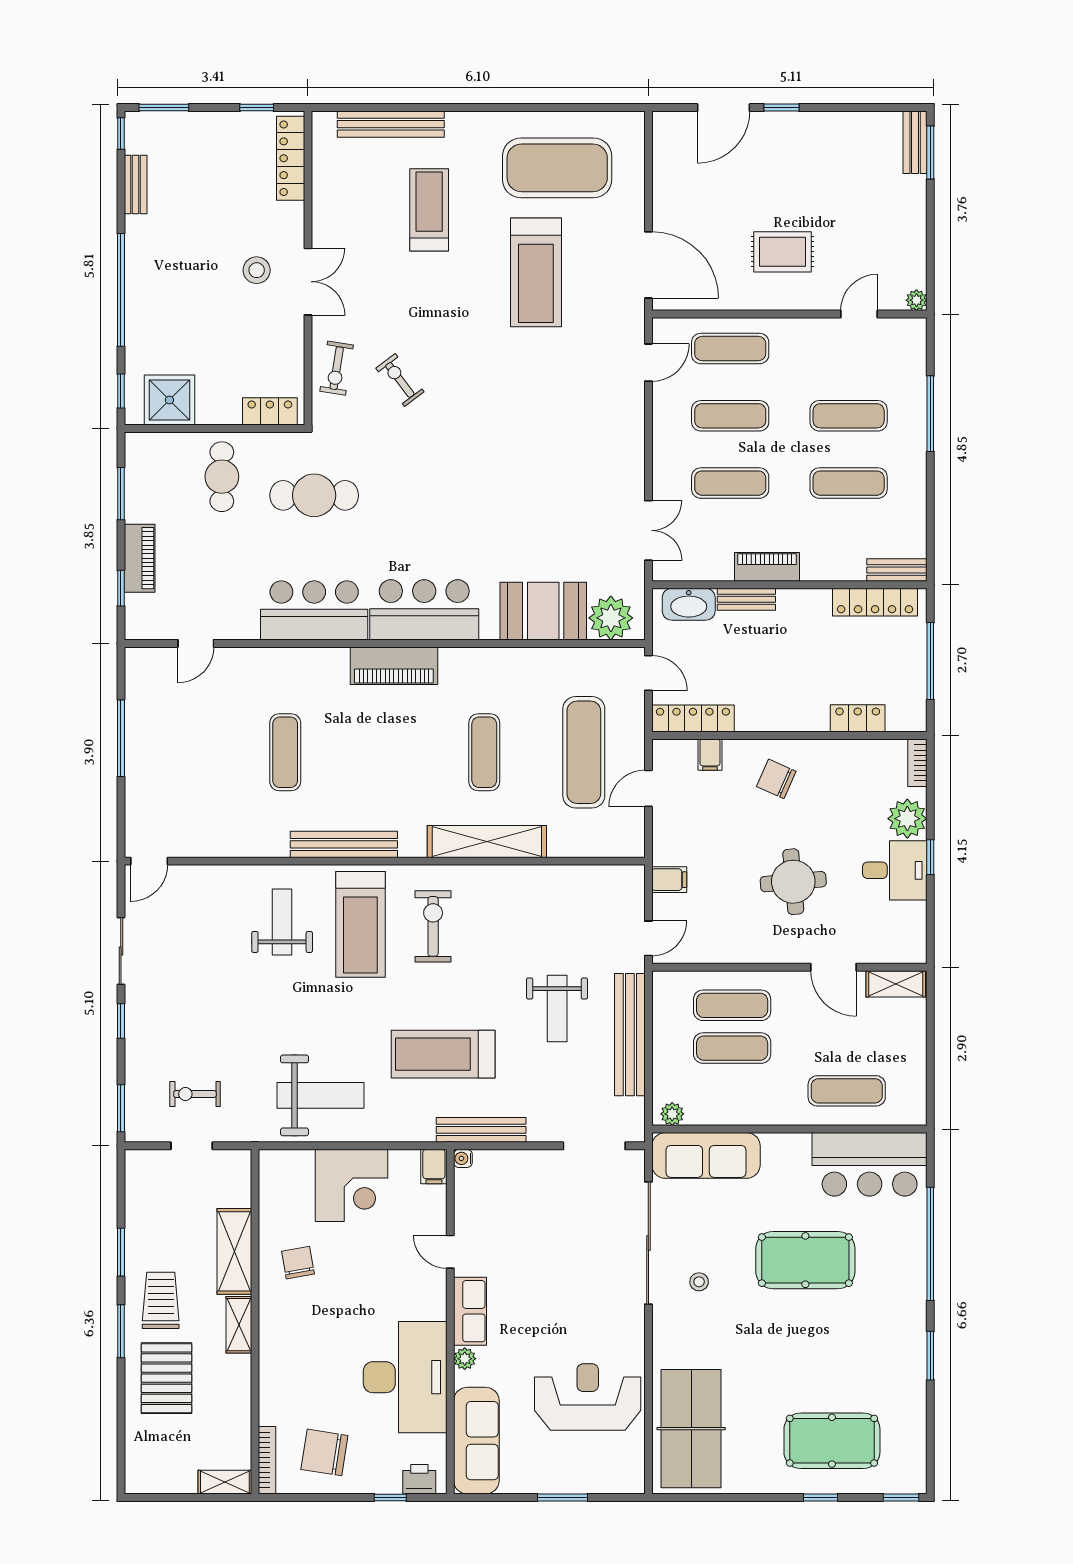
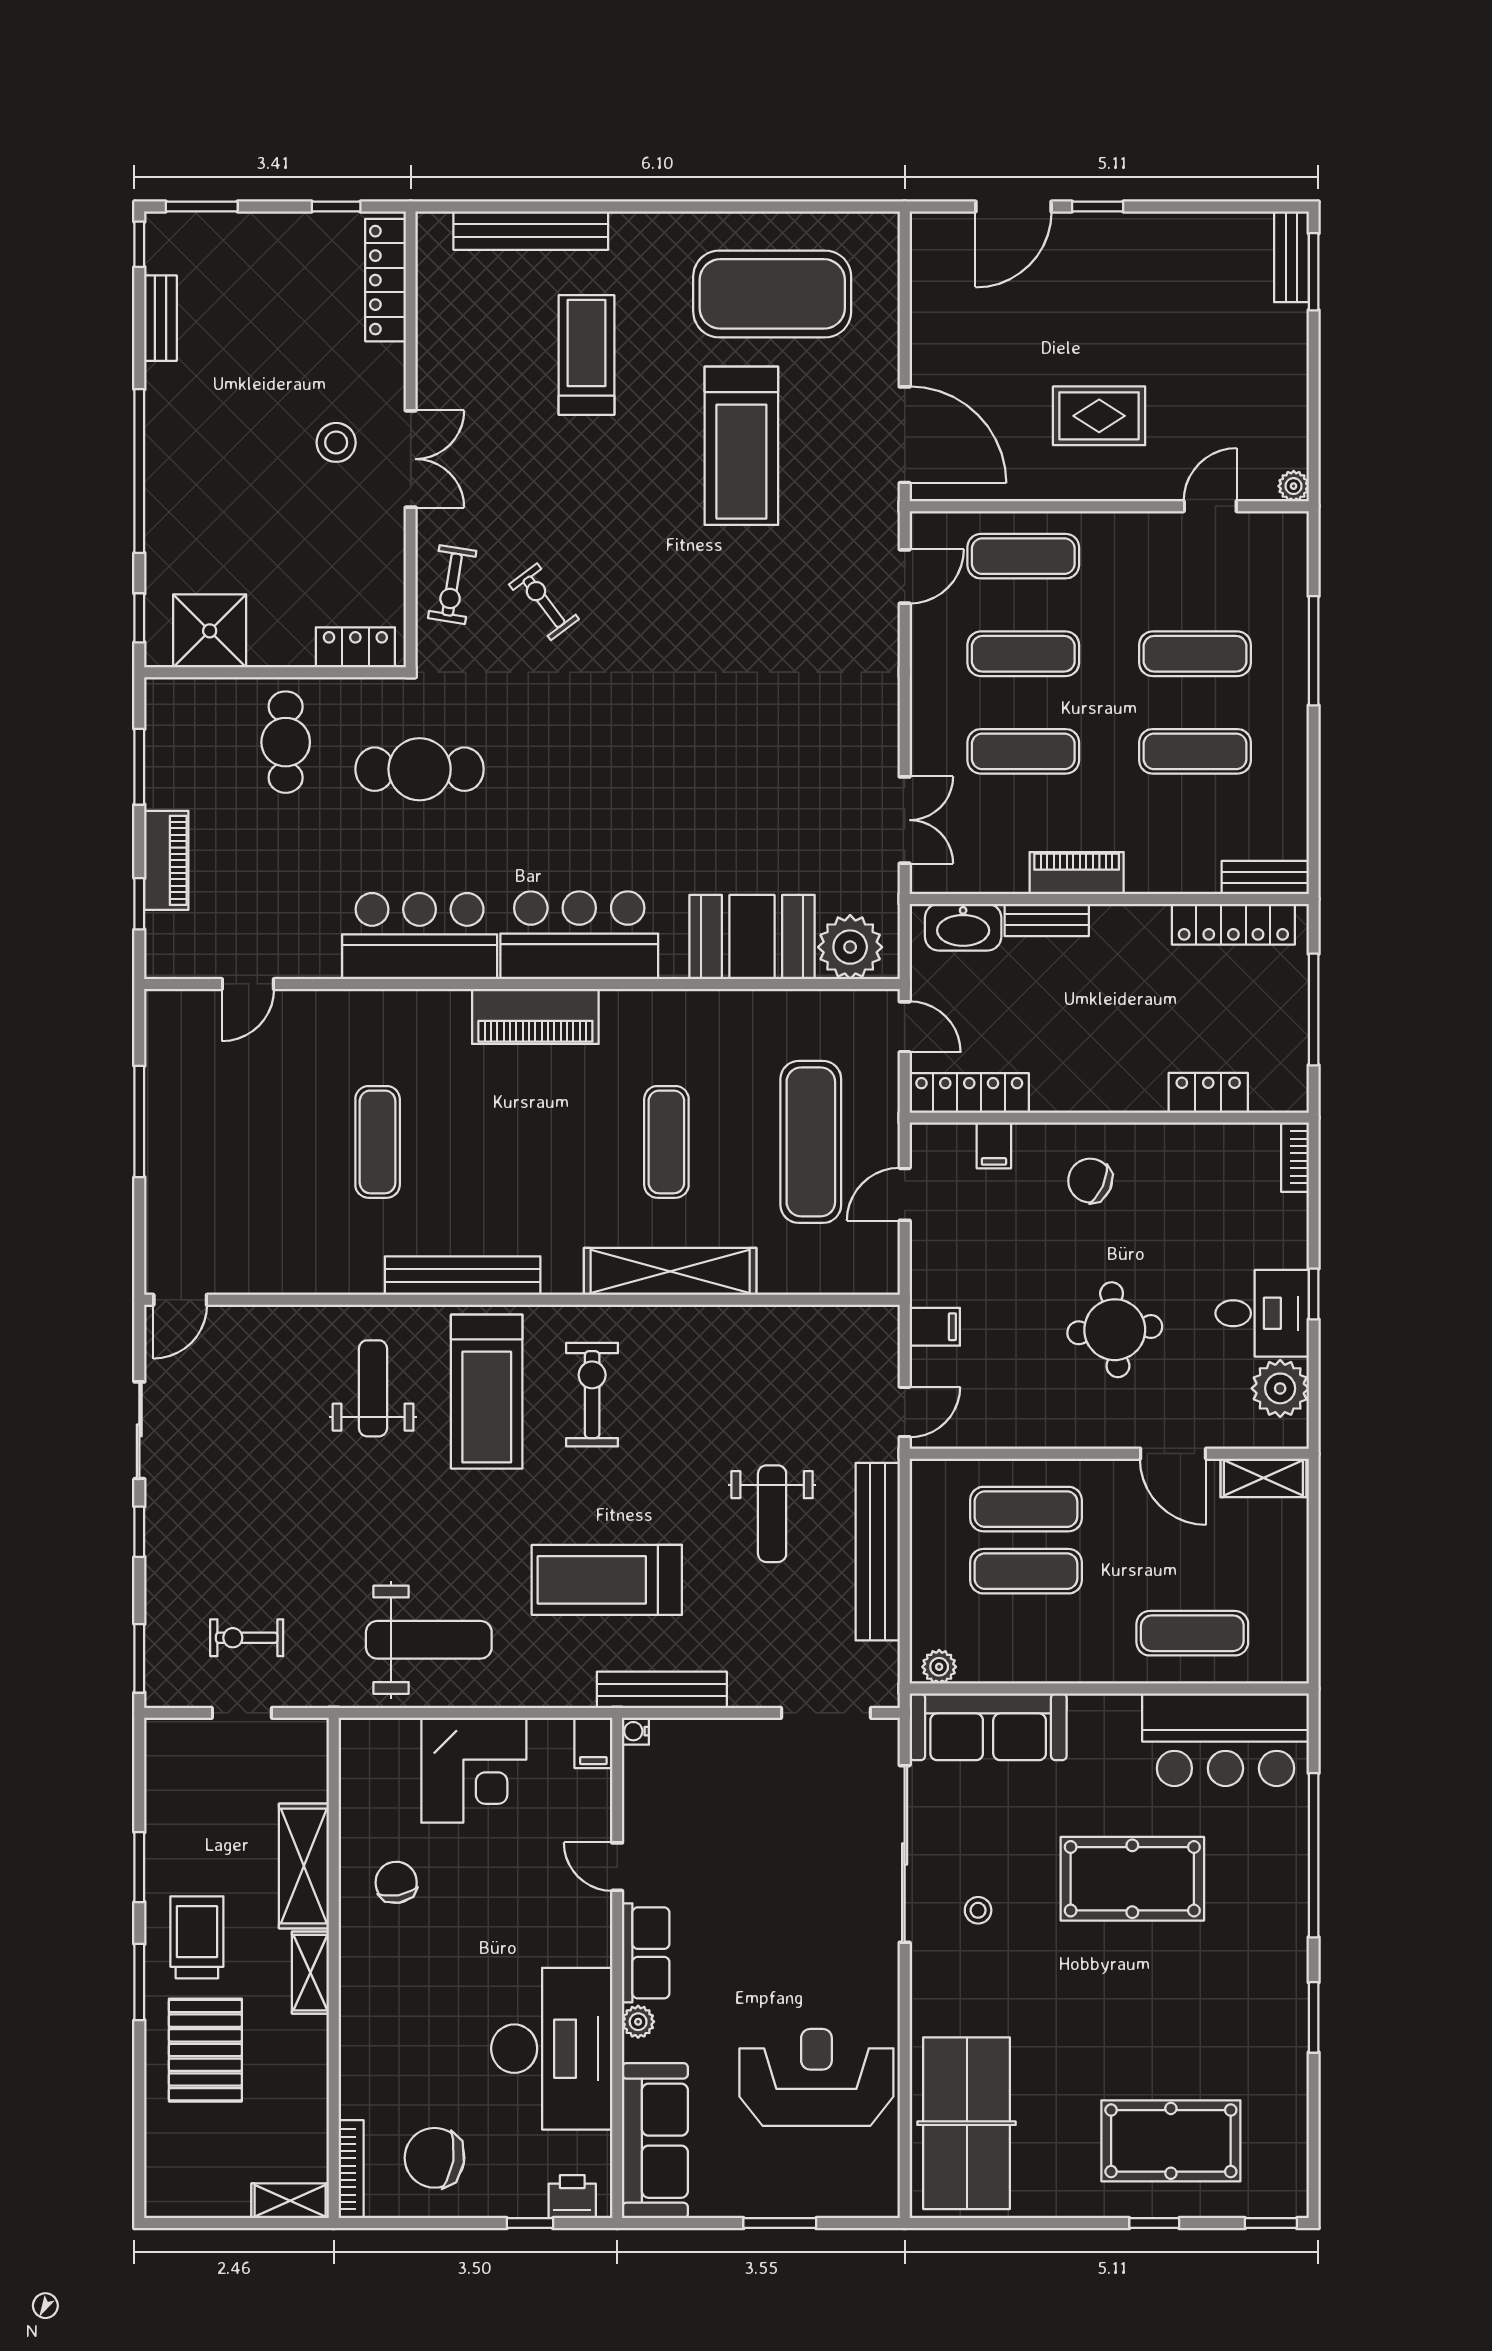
plant: (907, 819) -> (1280, 1388), moved

